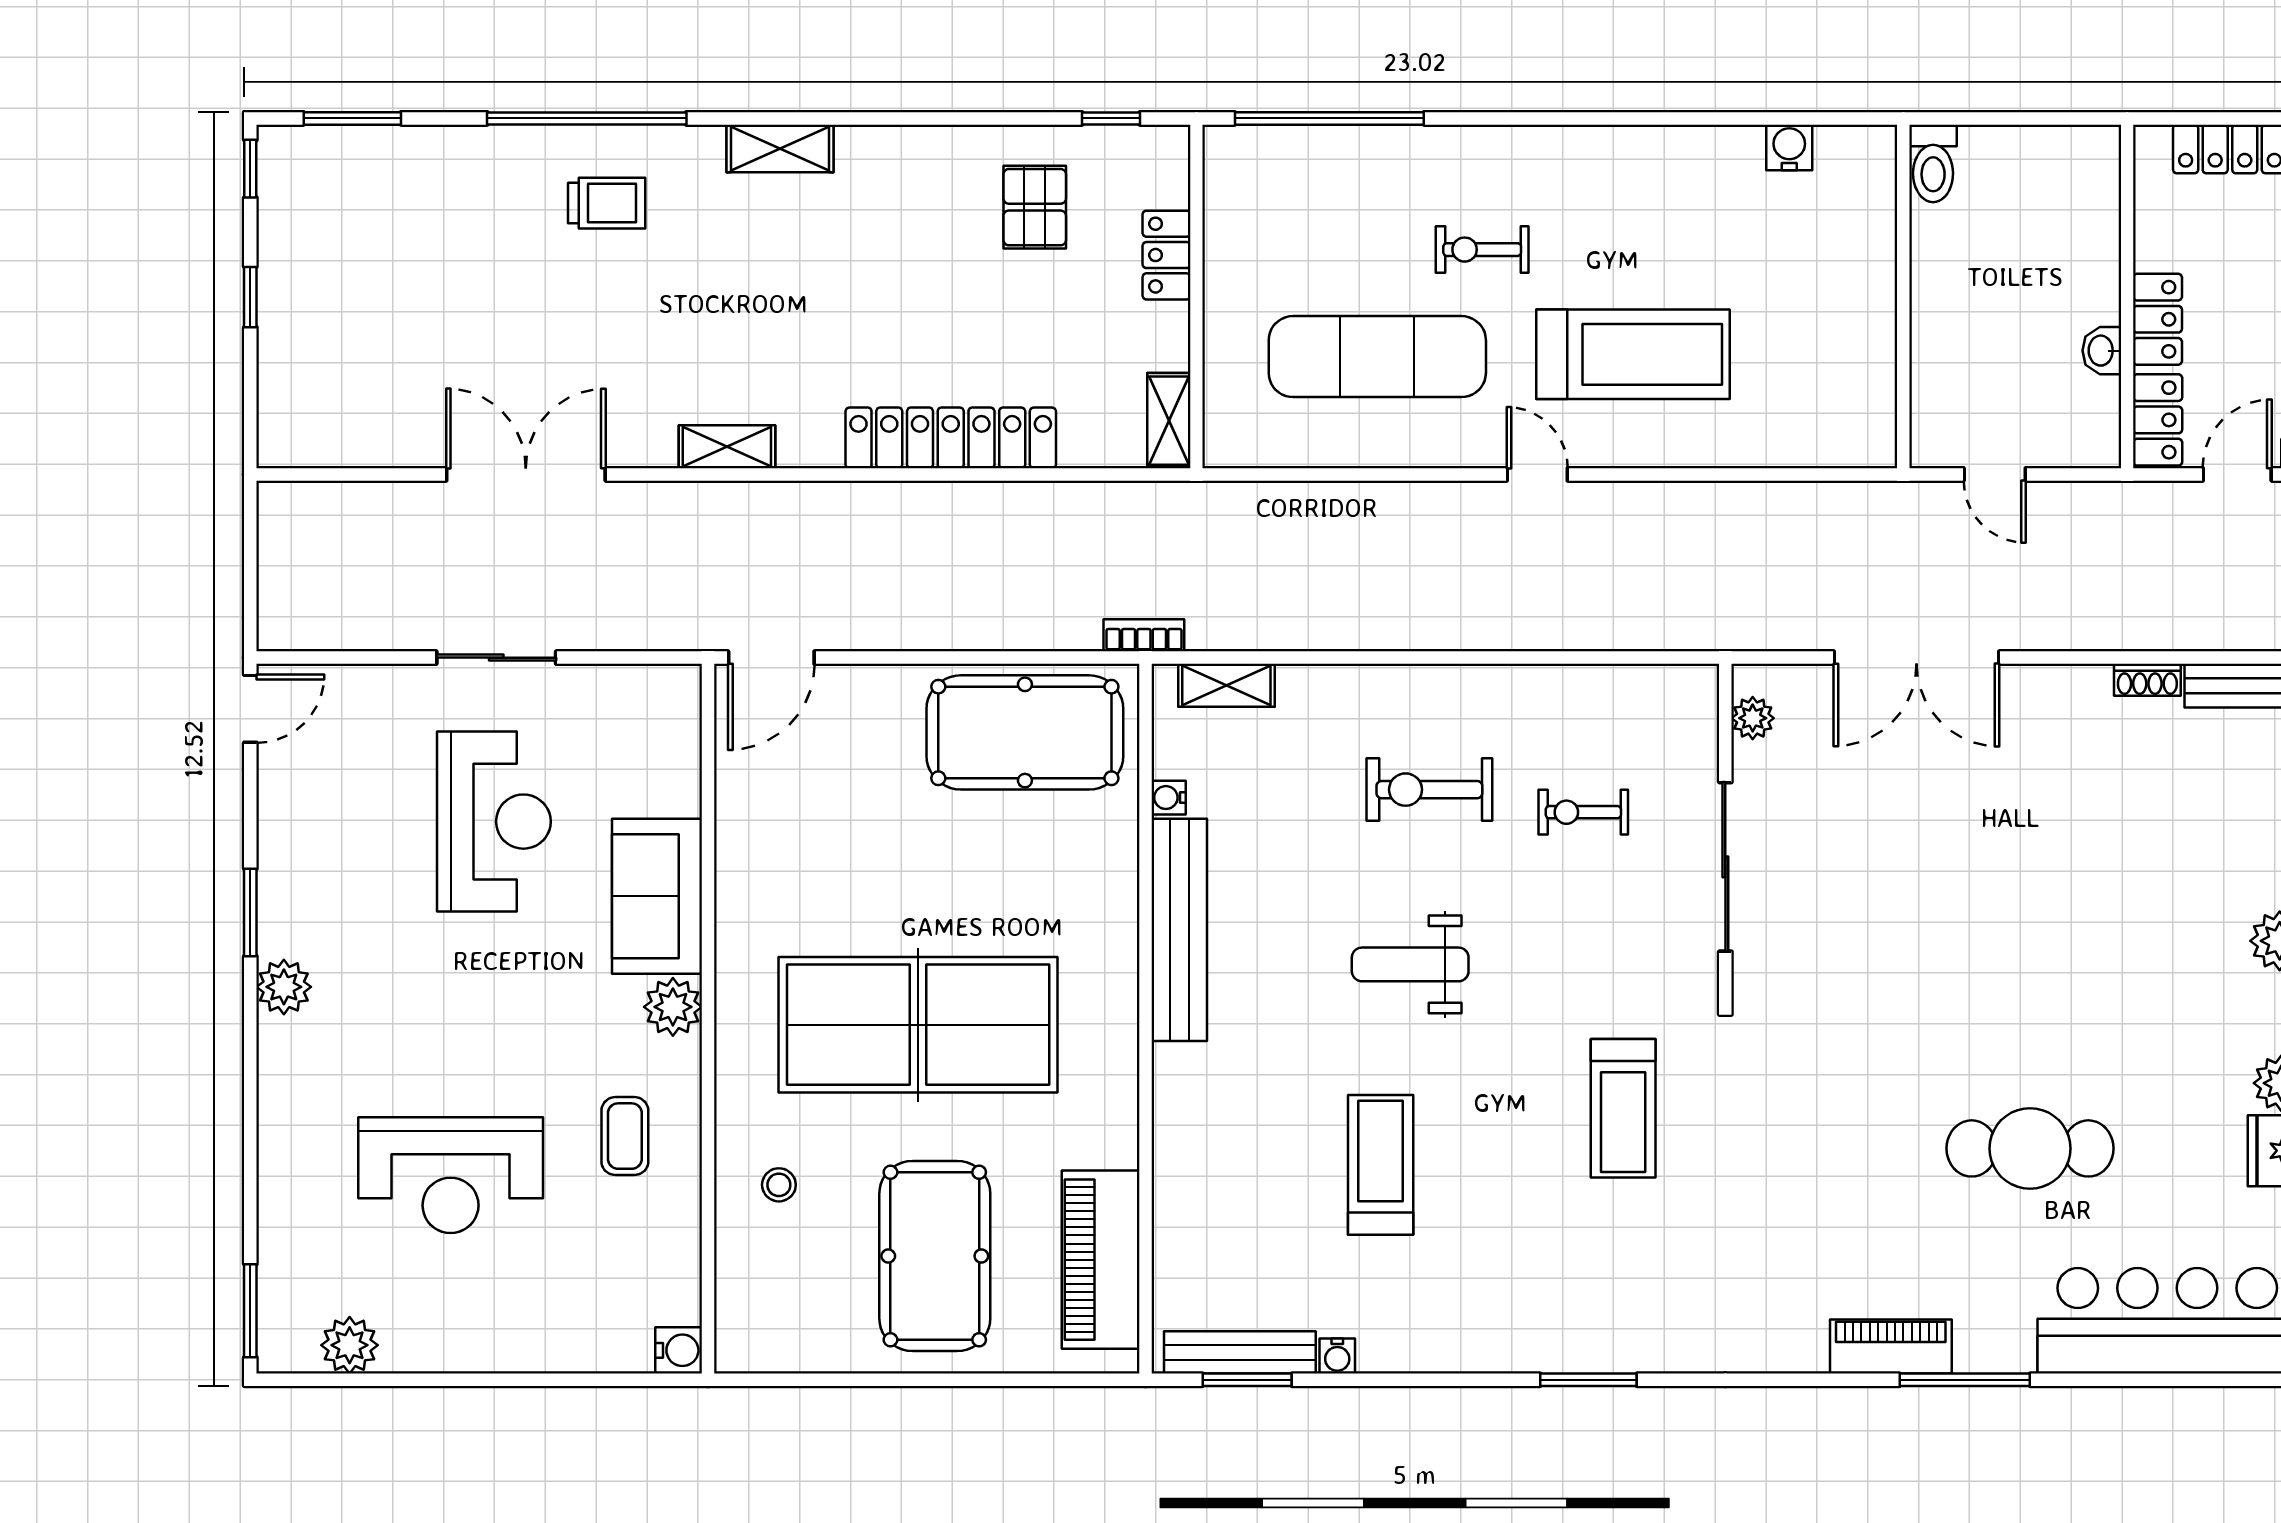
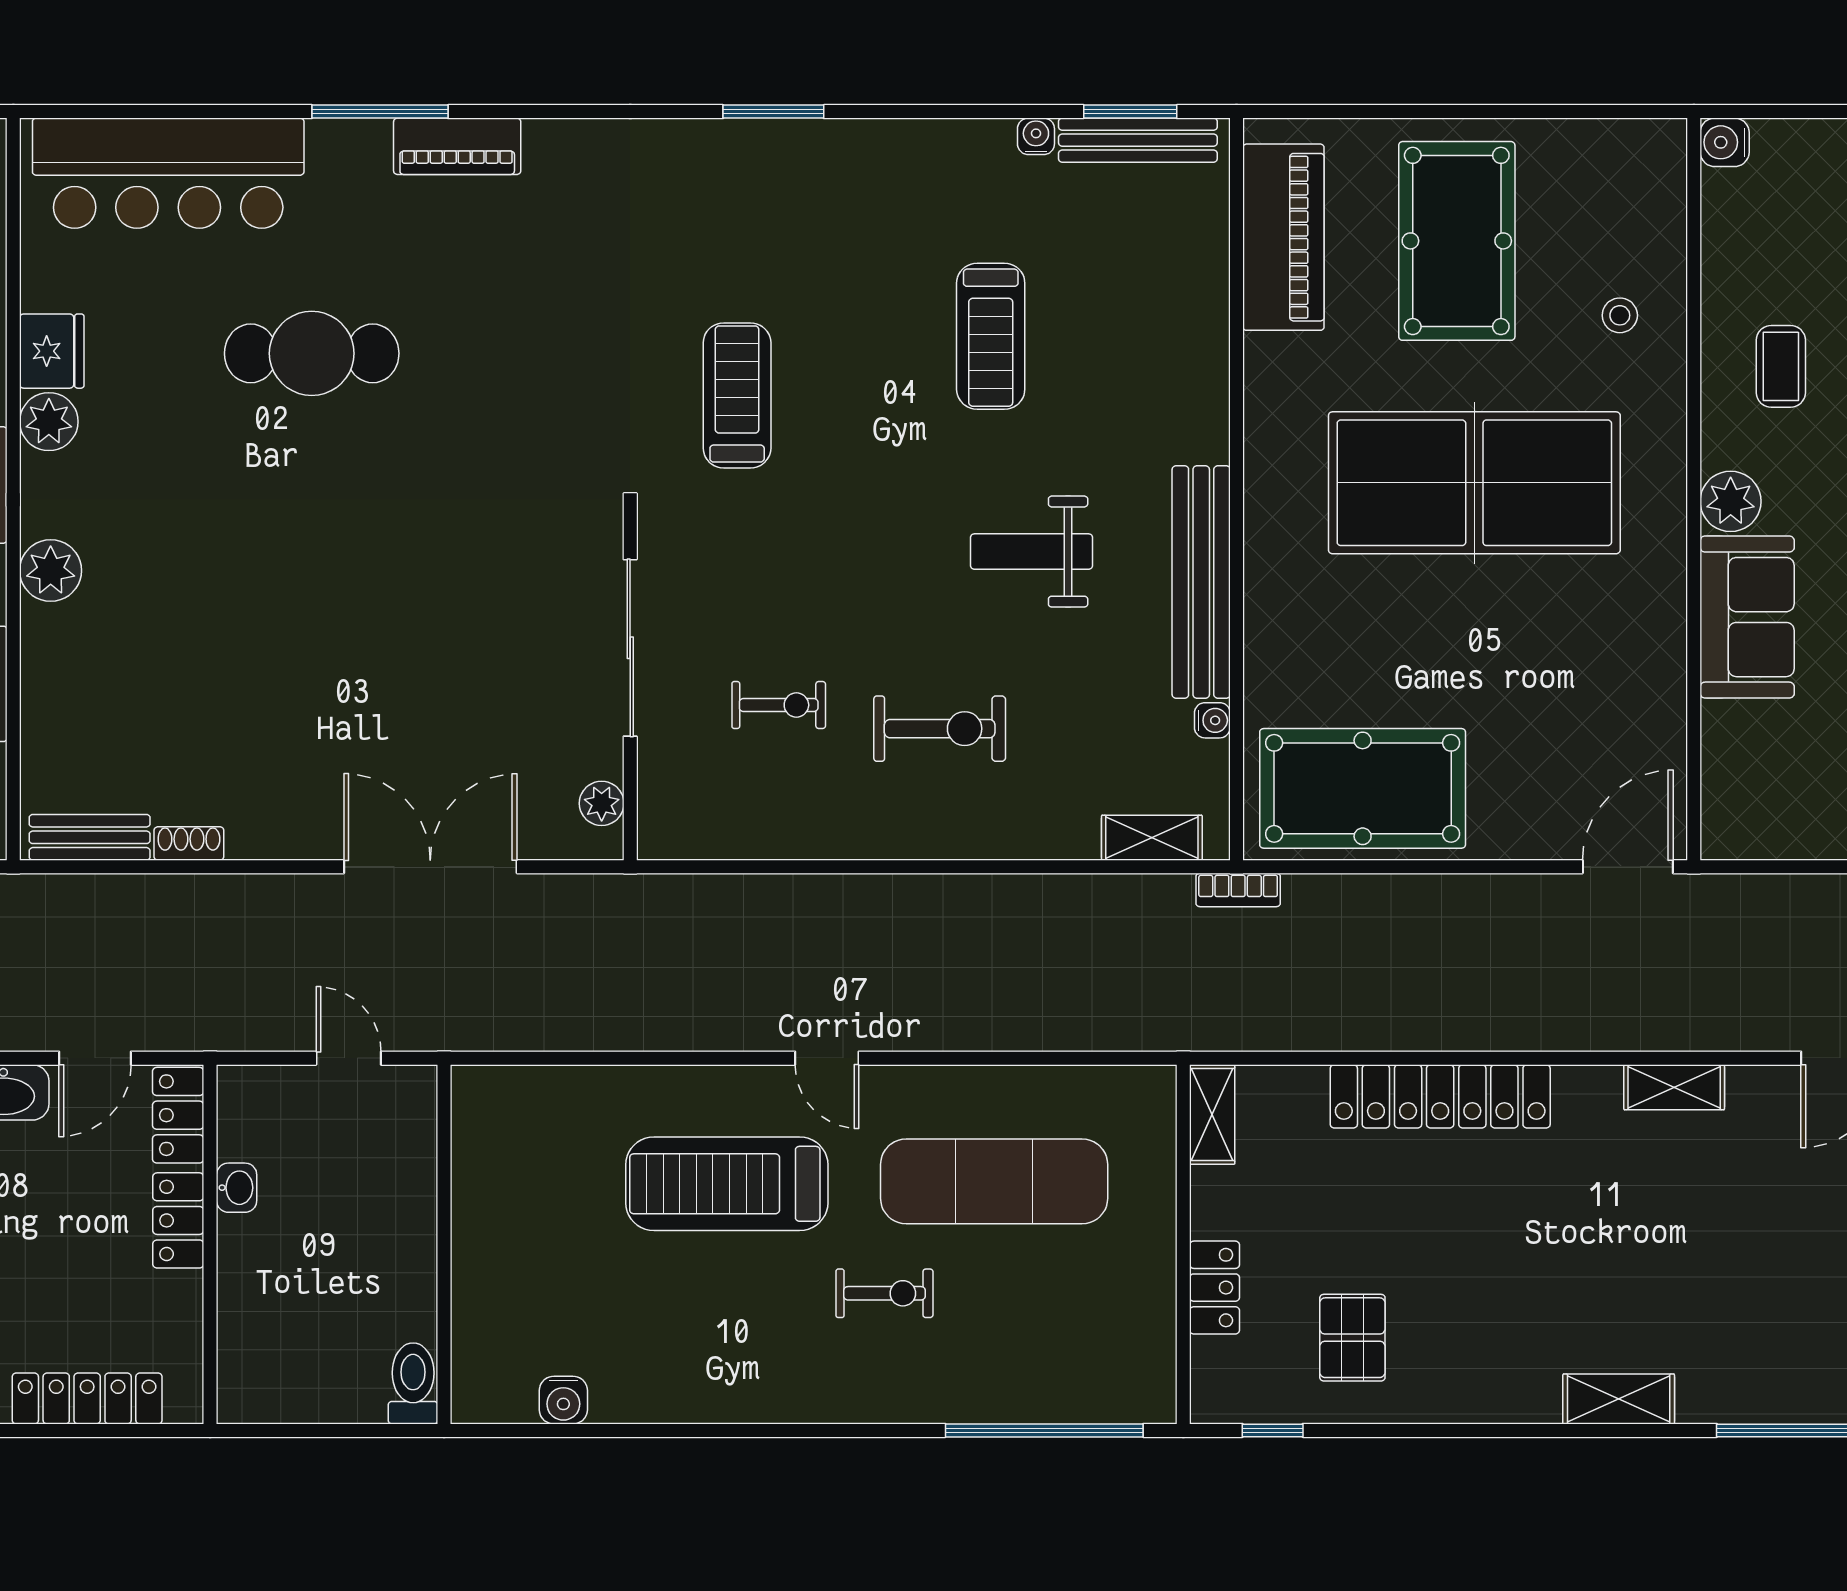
trolley: (607, 203) -> (1800, 1342), removed
weight bench: (1410, 964) -> (1032, 552), moved, turned 180

